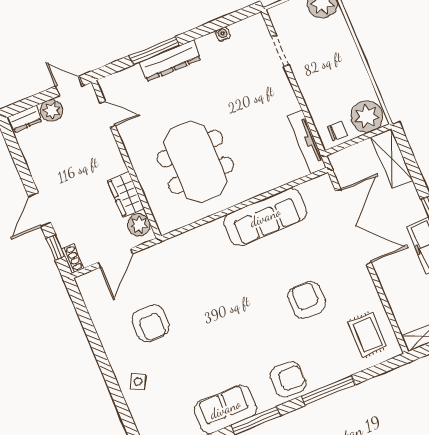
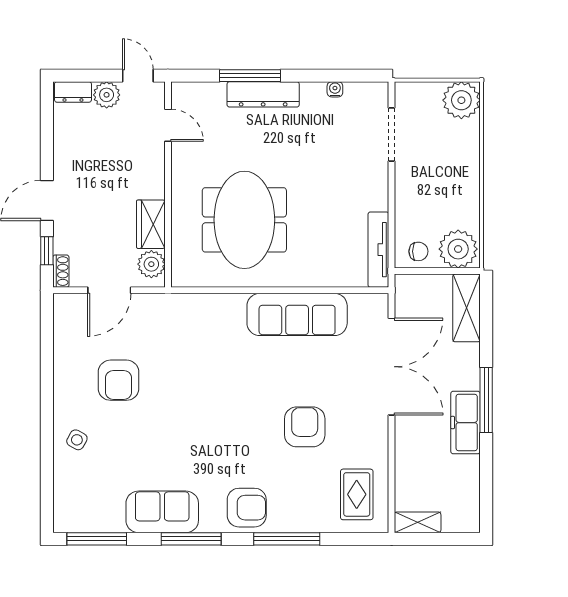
doorway: (280, 51) -> (392, 134), width x1.38

